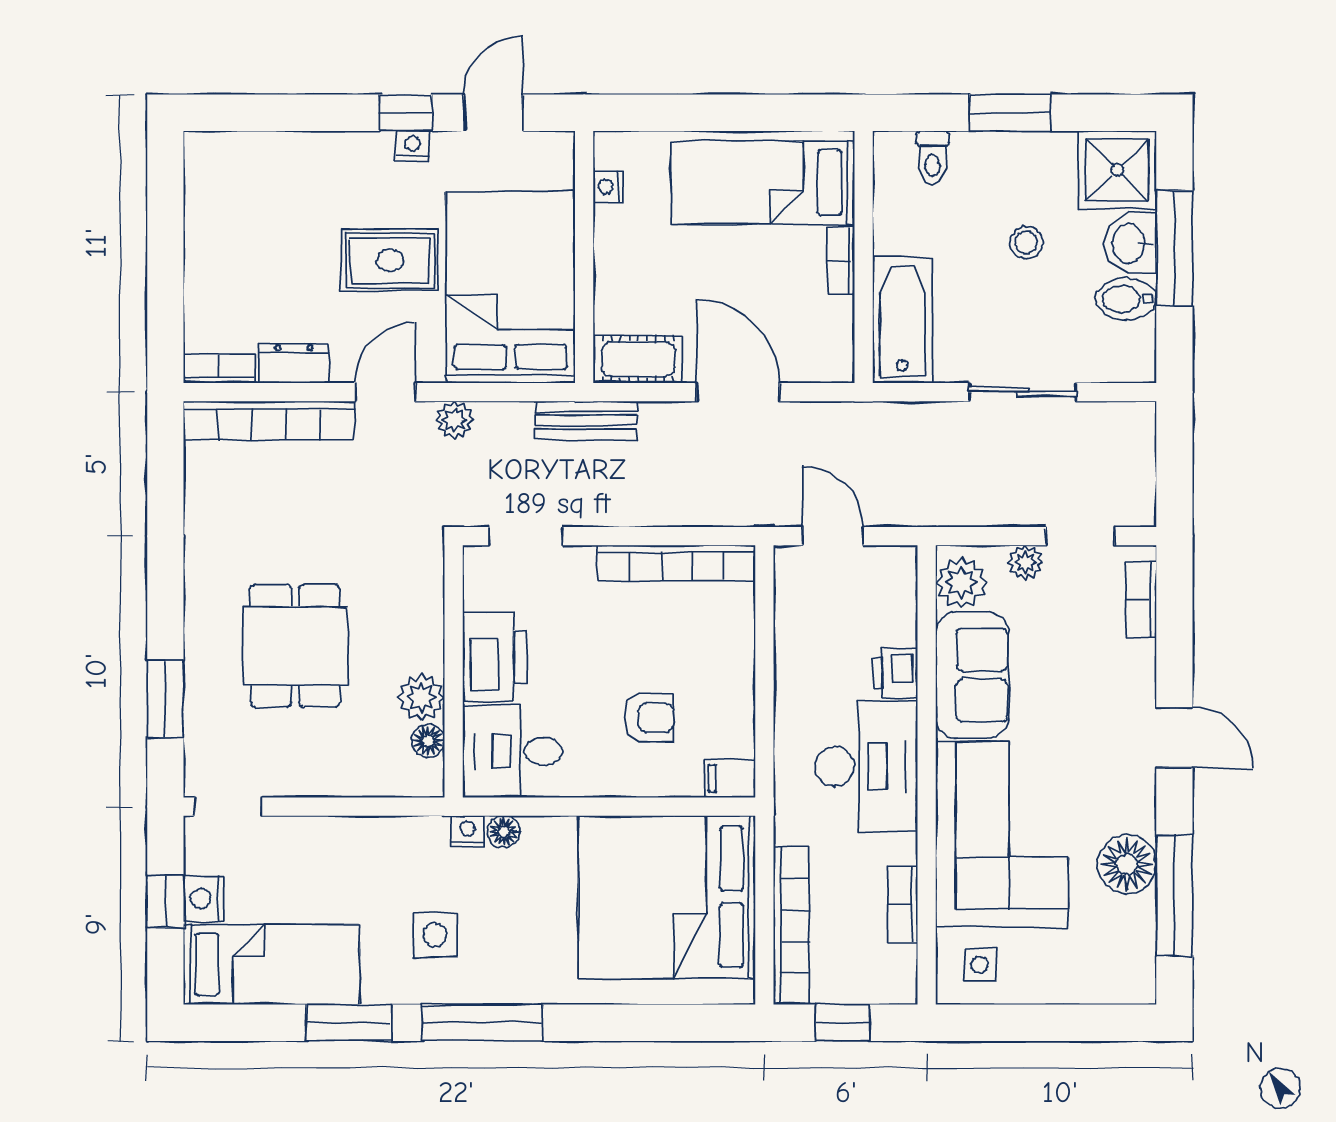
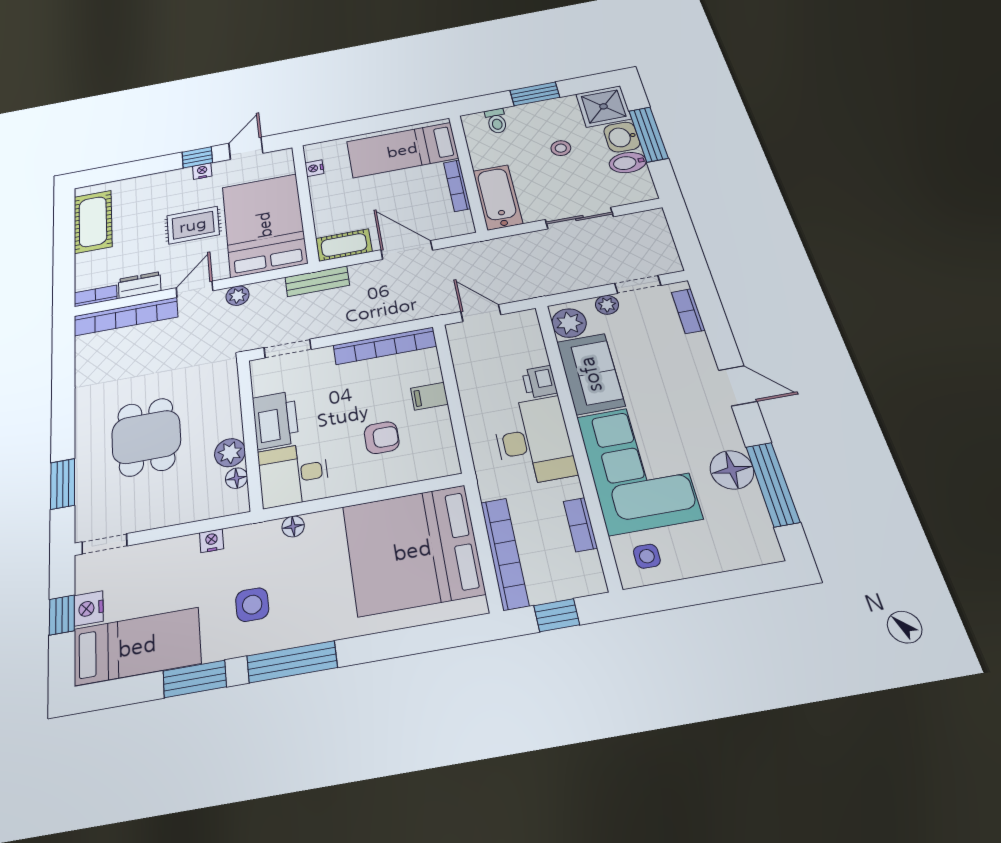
cot: (216, 213) -> (93, 222), added
bookcase: (841, 261) -> (457, 185), width x1.56
filing cabinet: (730, 778) -> (429, 396), moved
nightstand: (468, 831) -> (212, 541), moved

